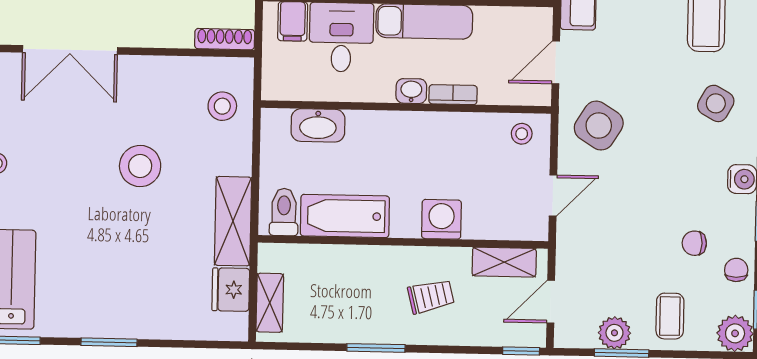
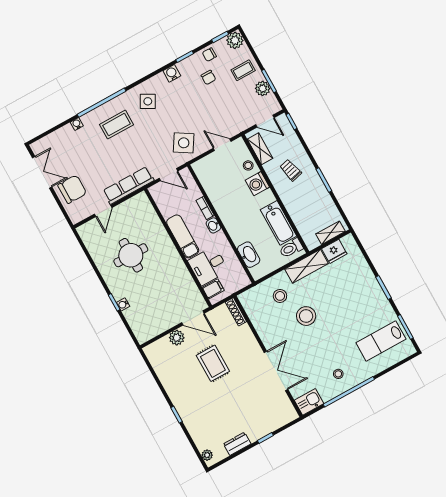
stool: (222, 106) -> (280, 296), moved
stool: (522, 134) -> (248, 165), moved

